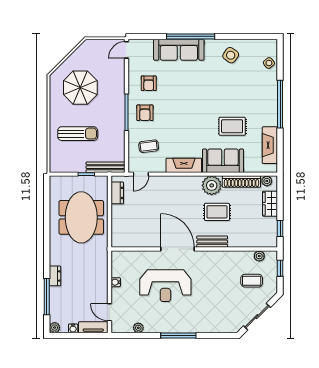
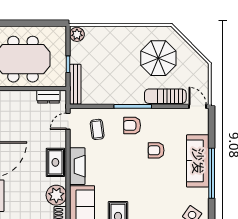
armchair: (149, 83) -> (156, 150), moved
sun lounger: (78, 134) -> (165, 96), moved, turned 90
plant: (58, 166) -> (77, 34), added
door: (141, 174) -> (68, 121), hinge flipped
rug: (217, 212) -> (55, 162), moved

